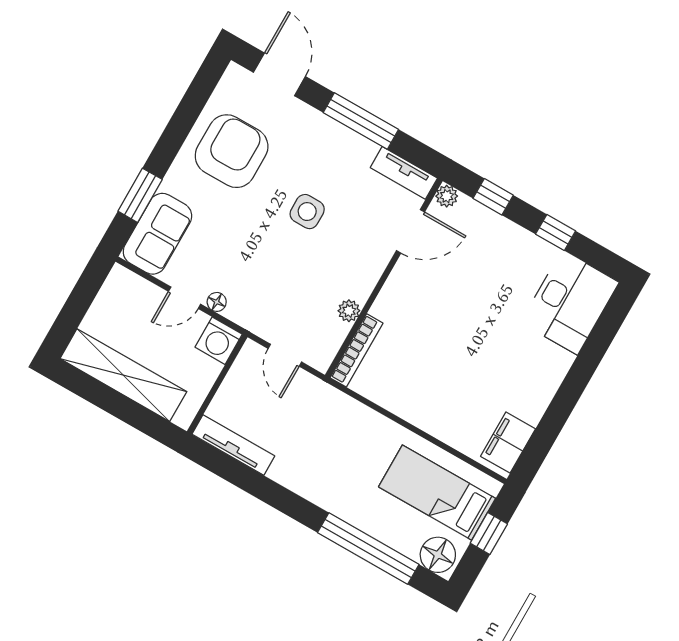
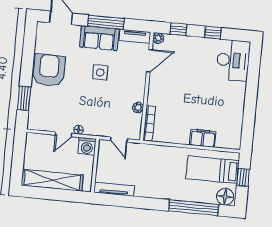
armchair: (232, 151) -> (49, 70), moved
sofa: (157, 234) -> (99, 38), moved, turned 90
filing cabinet: (508, 443) -> (203, 138), moved, turned 90

